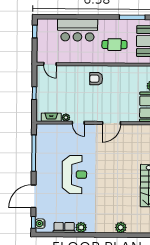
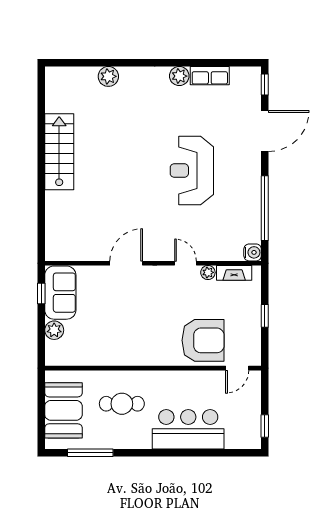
door: (50, 64) -> (237, 368), swing flipped
armchair: (96, 79) -> (203, 340), moved, width x1.88, depth x1.88
water cooler: (40, 224) -> (253, 252), moved

